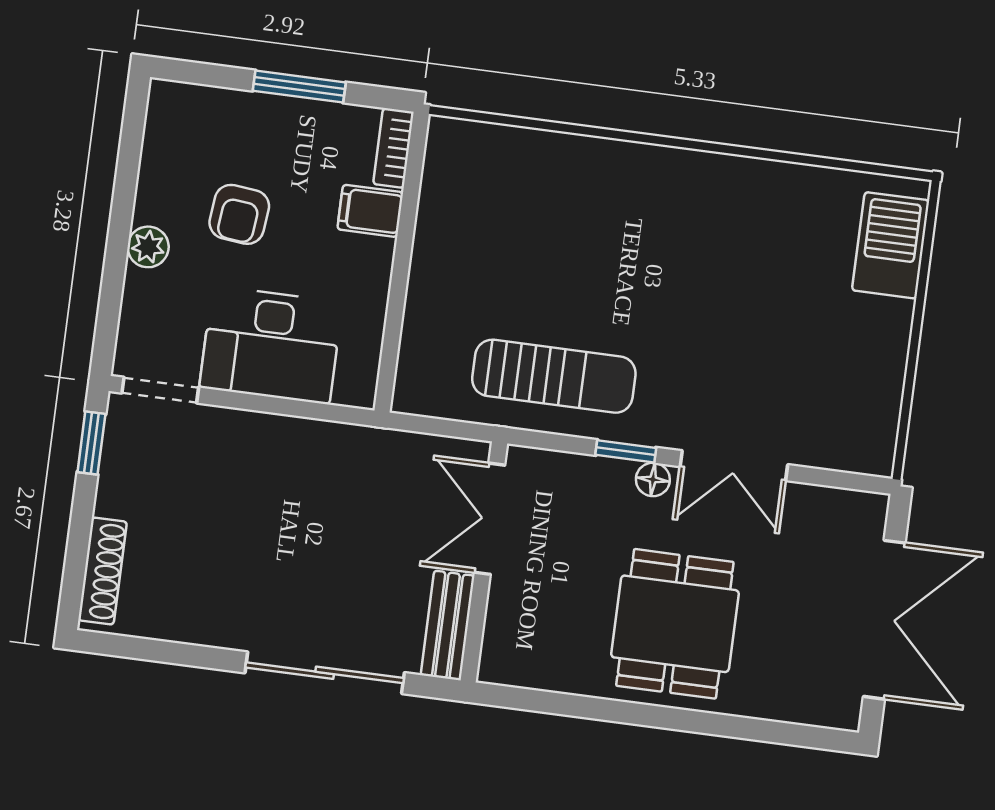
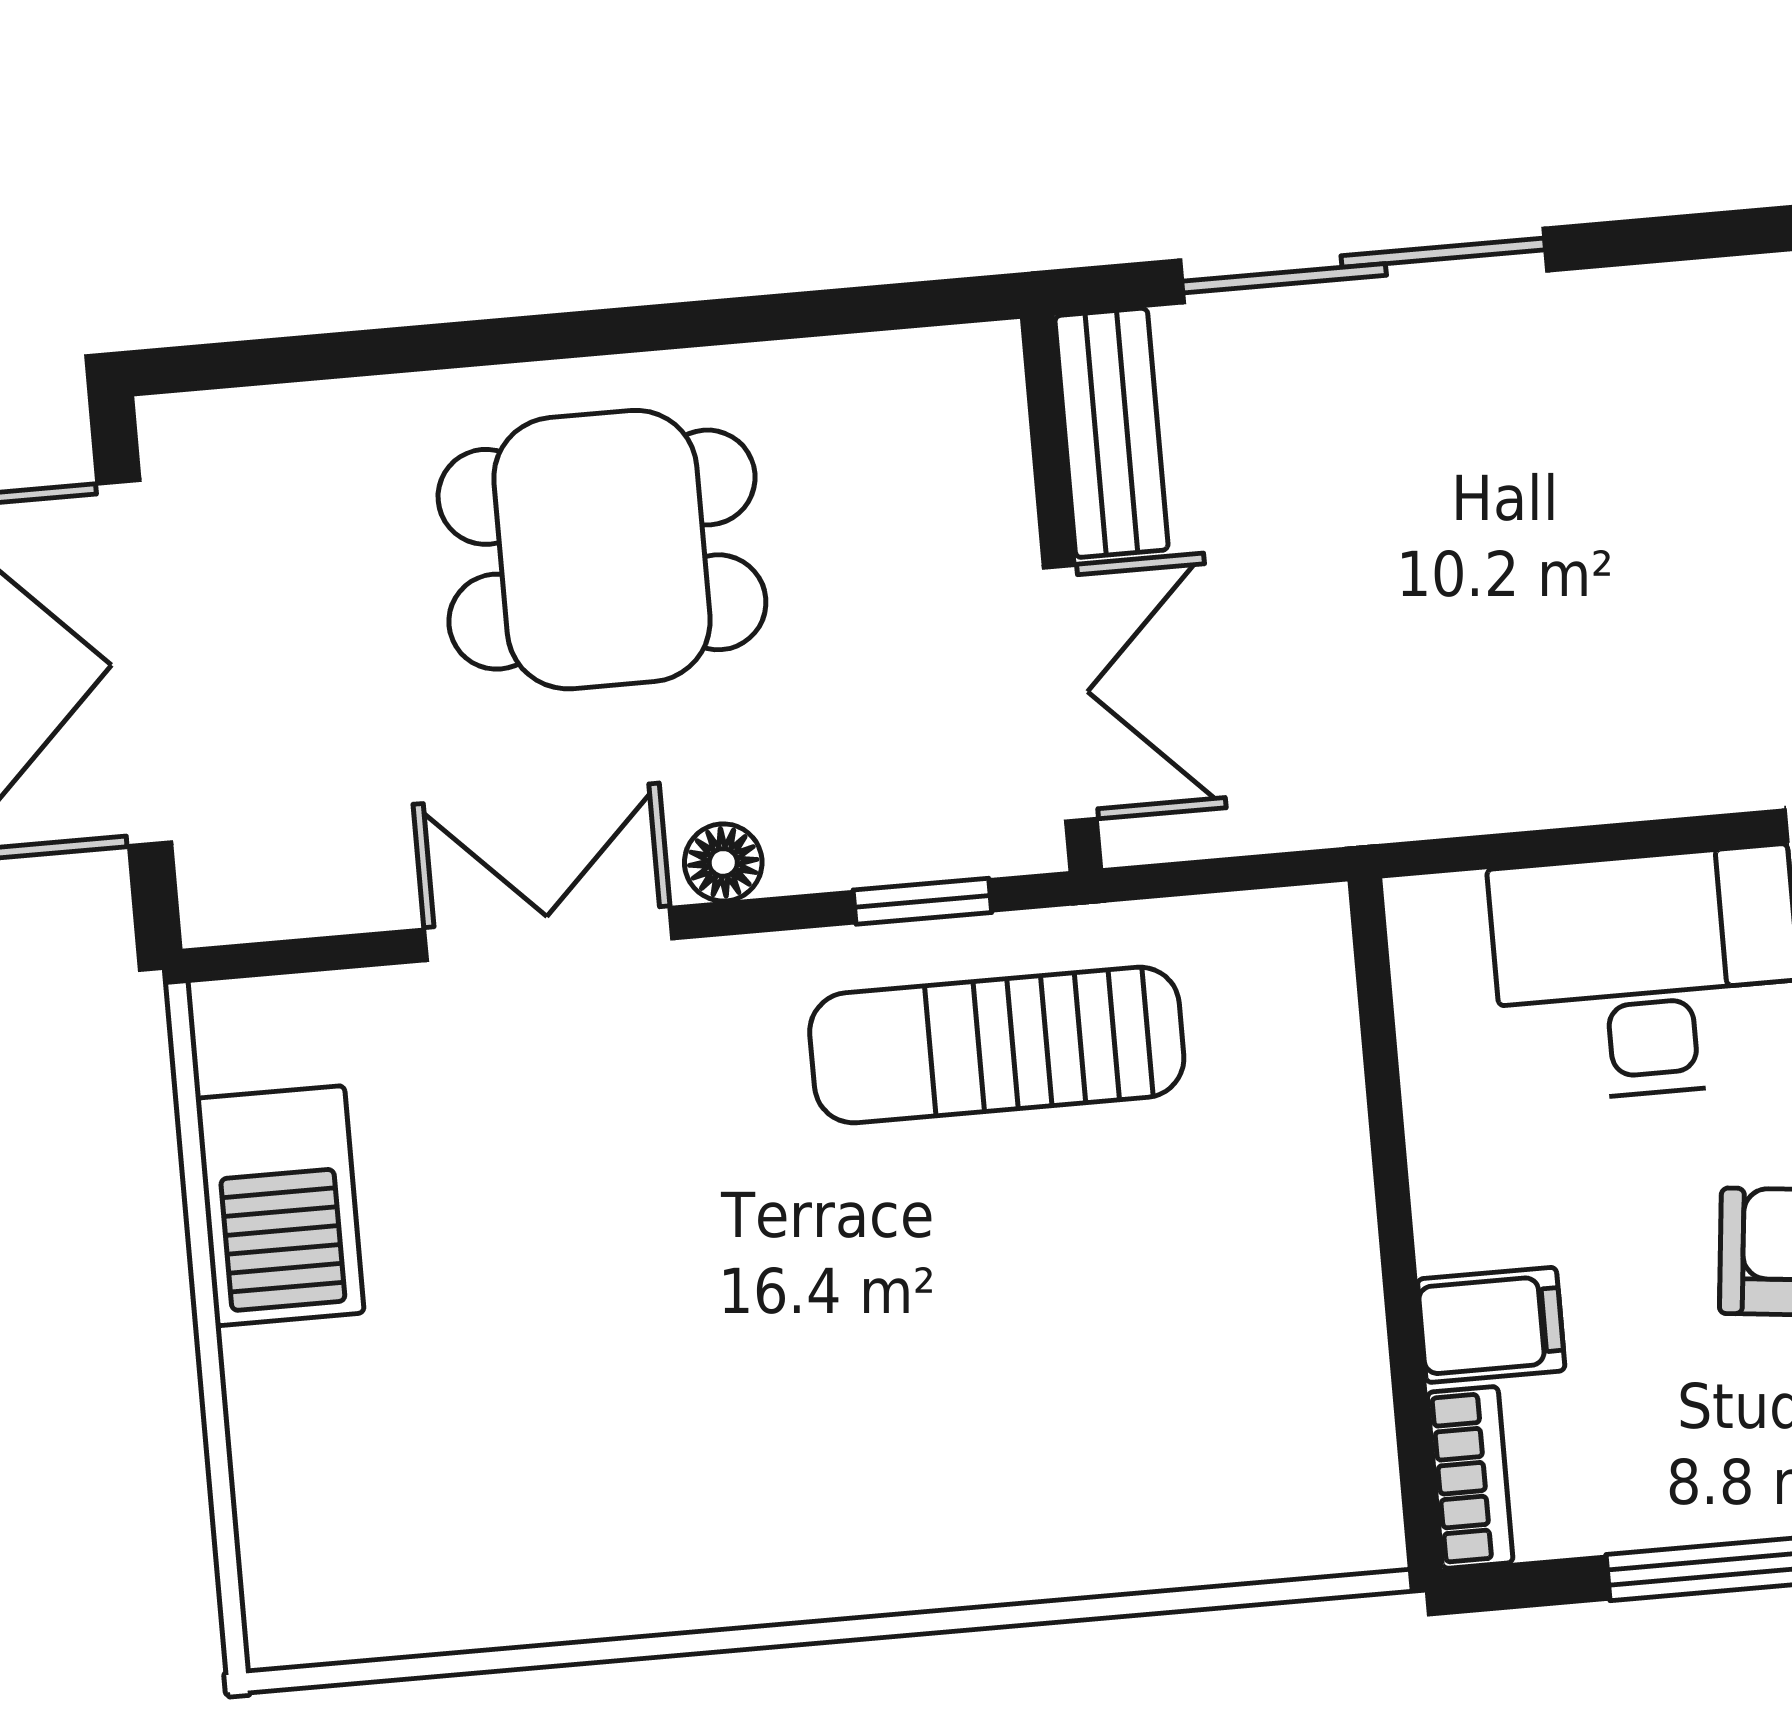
barbecue: (891, 245) -> (280, 1206), moved
window: (626, 451) -> (922, 901), moved
dining table: (675, 624) -> (602, 550), turned 90

